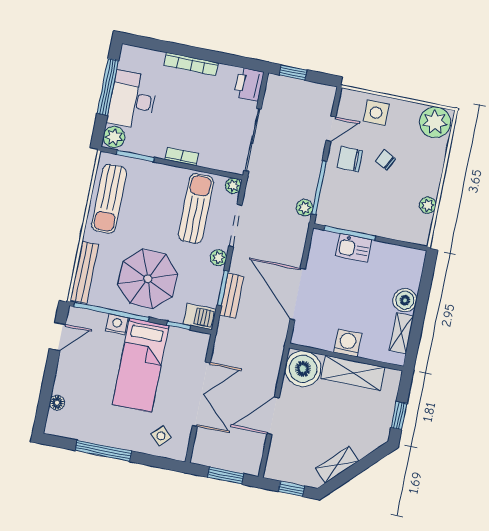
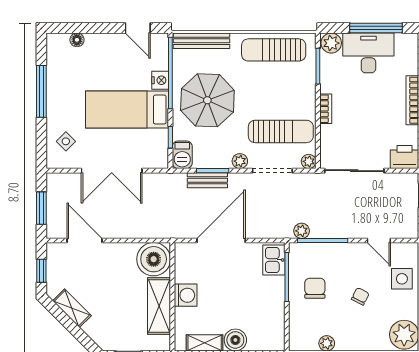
chair: (350, 159) -> (315, 288), moved
kitchen sink: (353, 248) -> (274, 260), moved
door: (273, 416) -> (85, 240), moved

